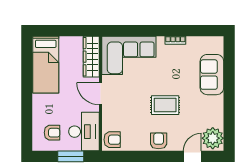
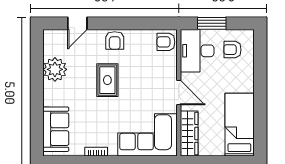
sofa: (212, 75) -> (56, 129), moved
rug: (165, 105) -> (107, 80), turned 90
plant: (213, 138) -> (55, 69), moved

